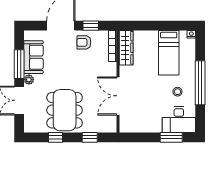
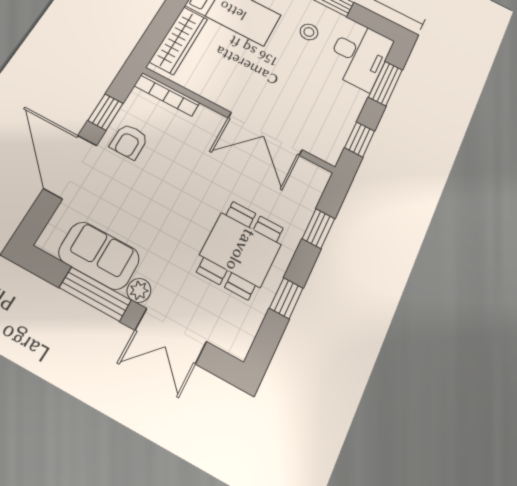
wardrobe: (126, 48) -> (179, 40), moved, turned 90
dining table: (65, 110) -> (240, 250), width x0.73
window: (138, 137) -> (360, 139), added

